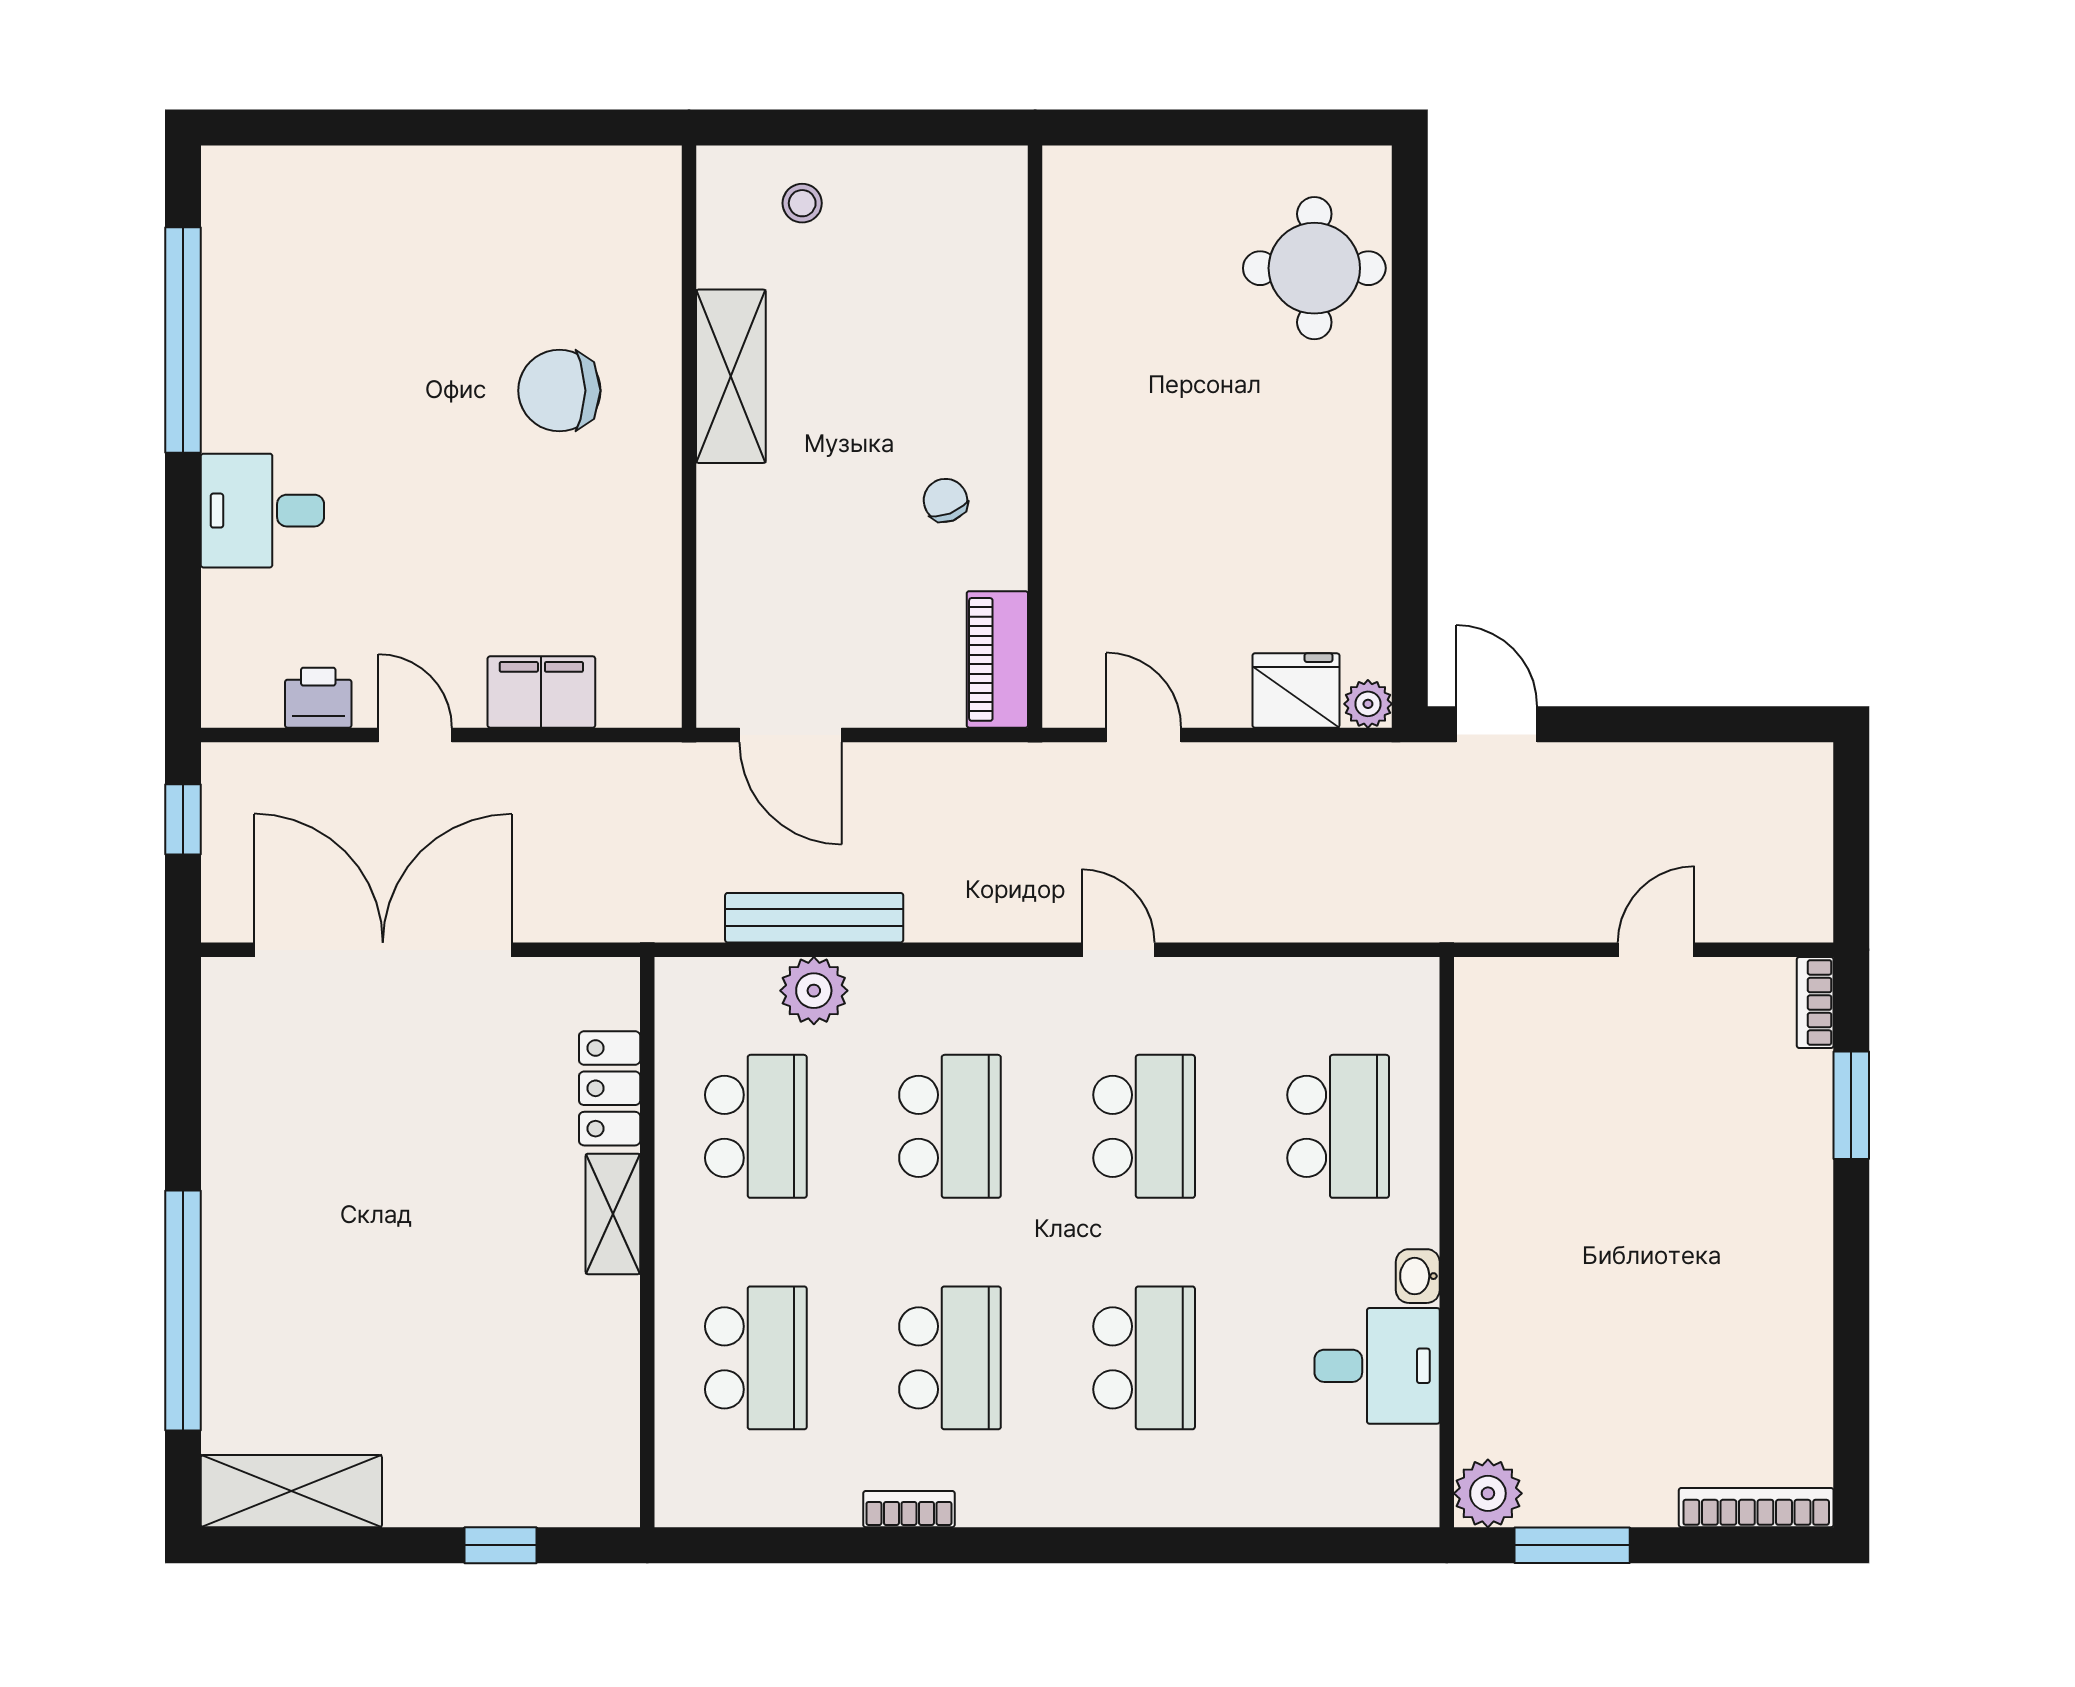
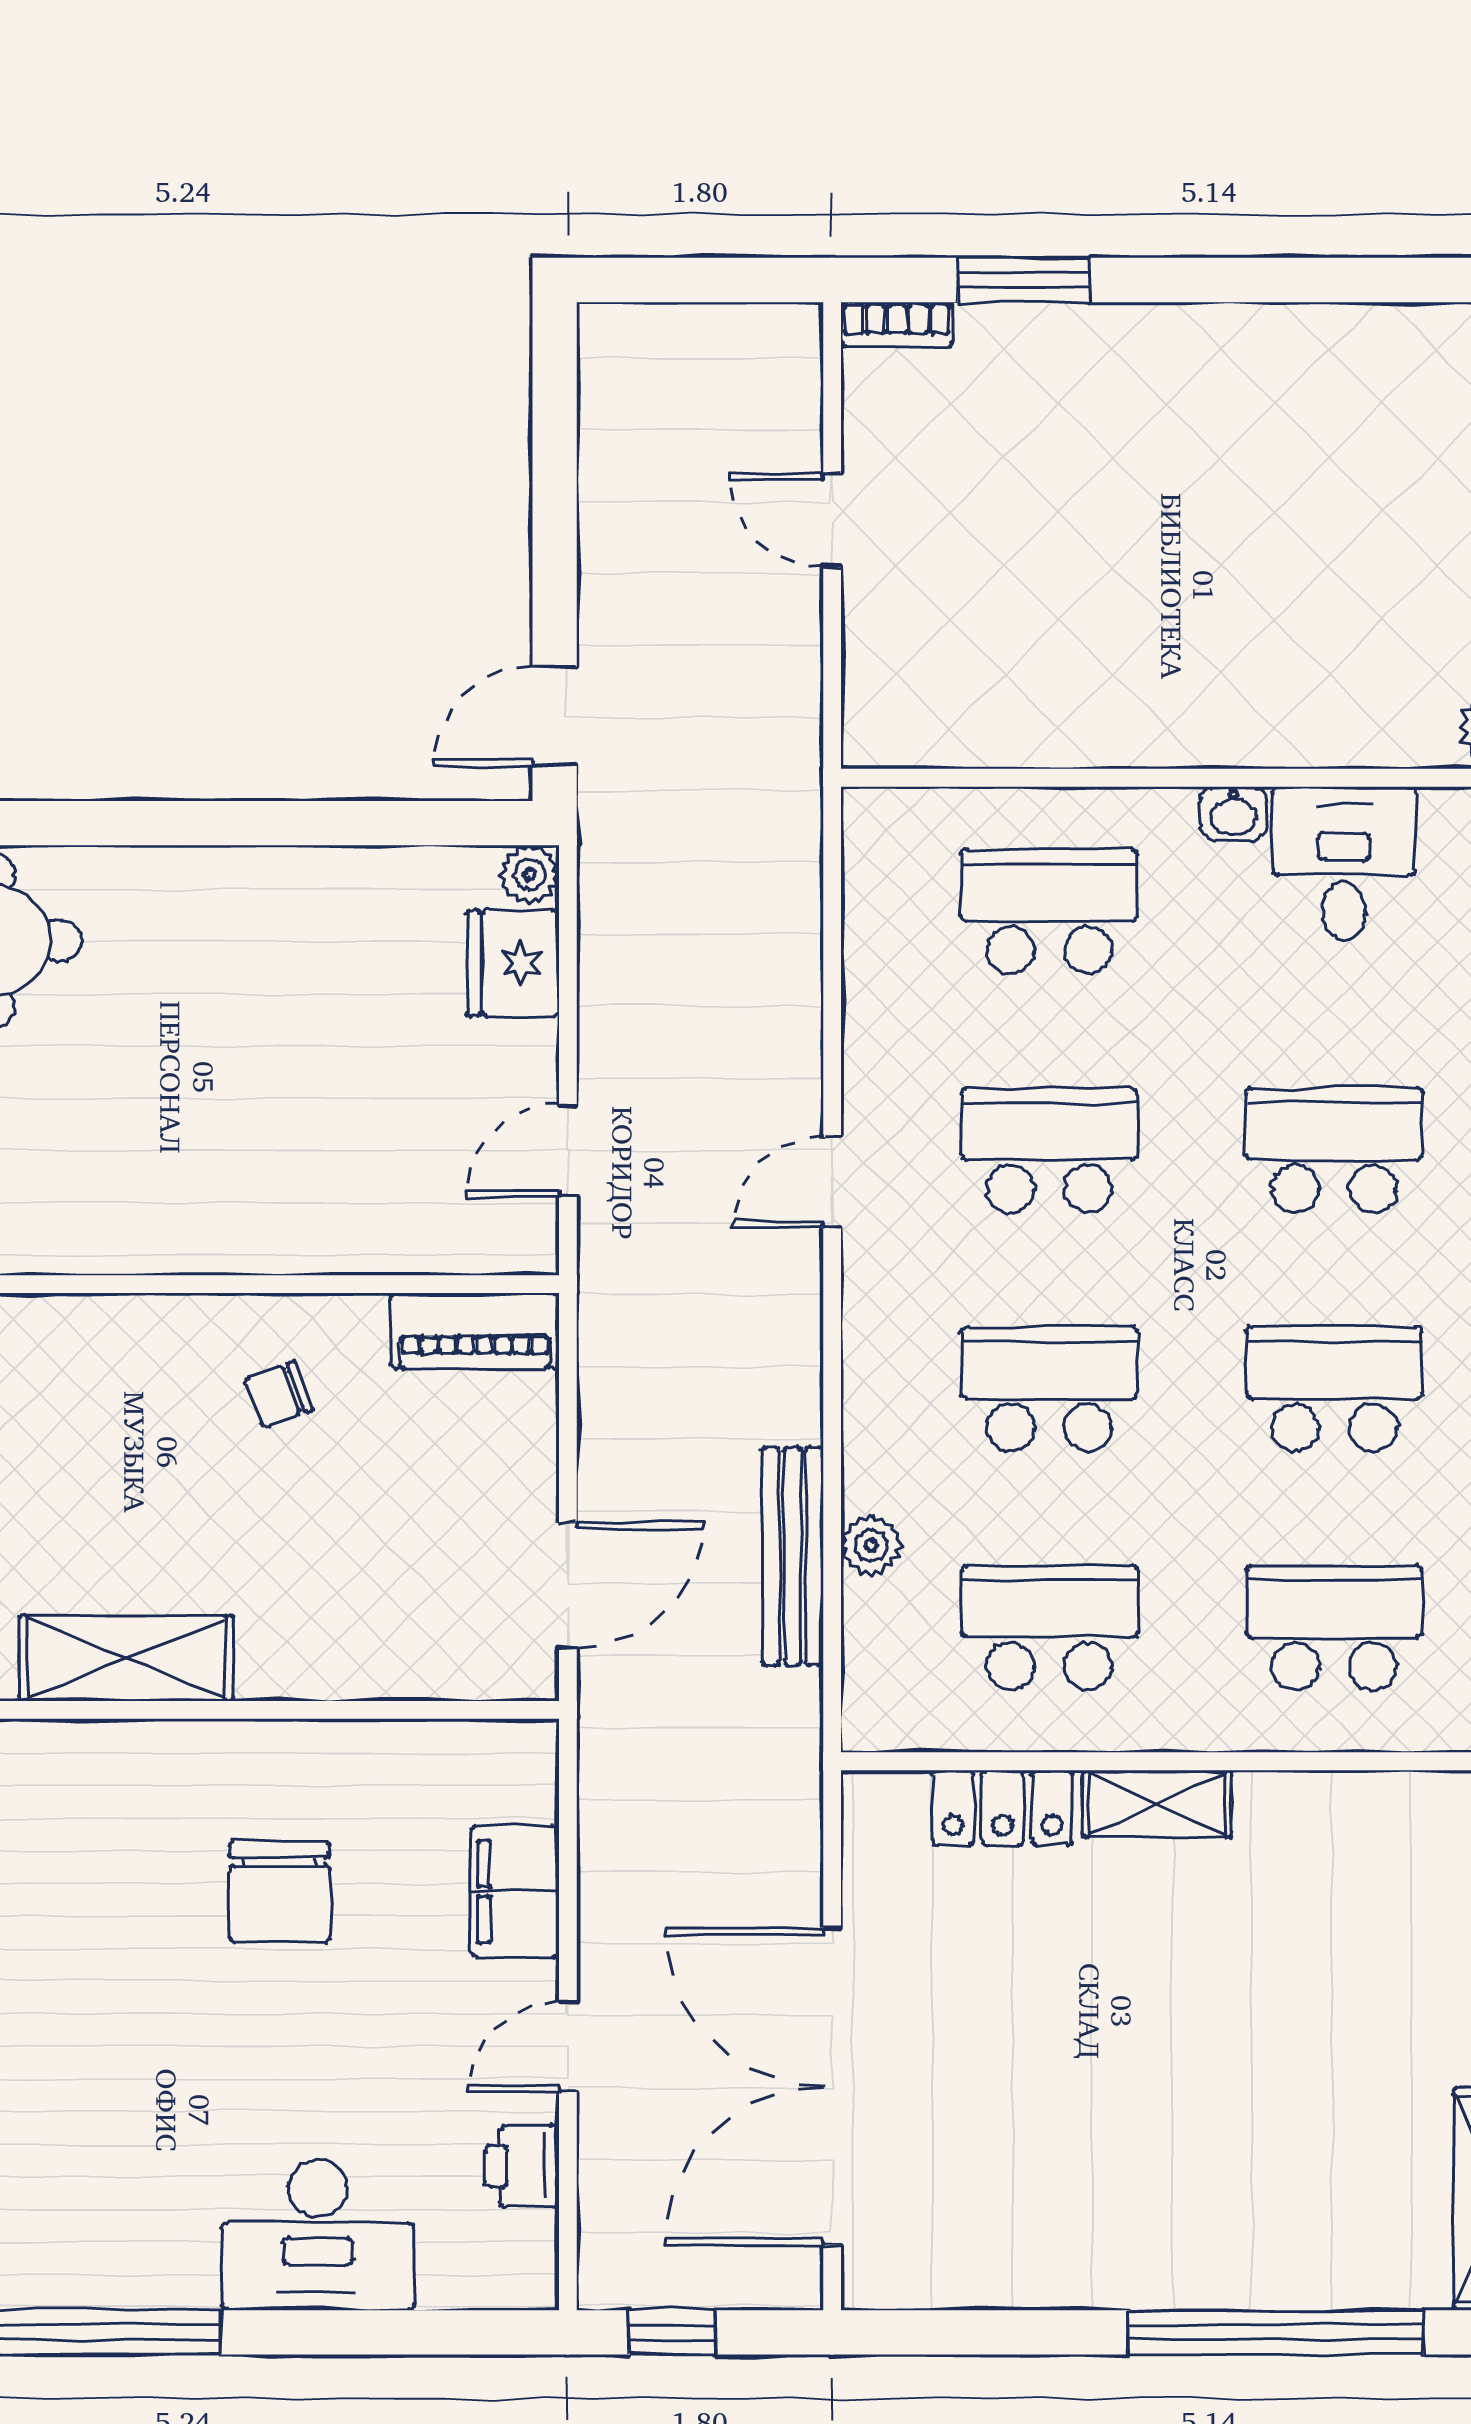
chair: (559, 391) -> (280, 1892), moved
desk: (262, 511) -> (318, 2235), width x1.37
plant: (814, 991) -> (871, 1545), width x0.73, depth x0.73

